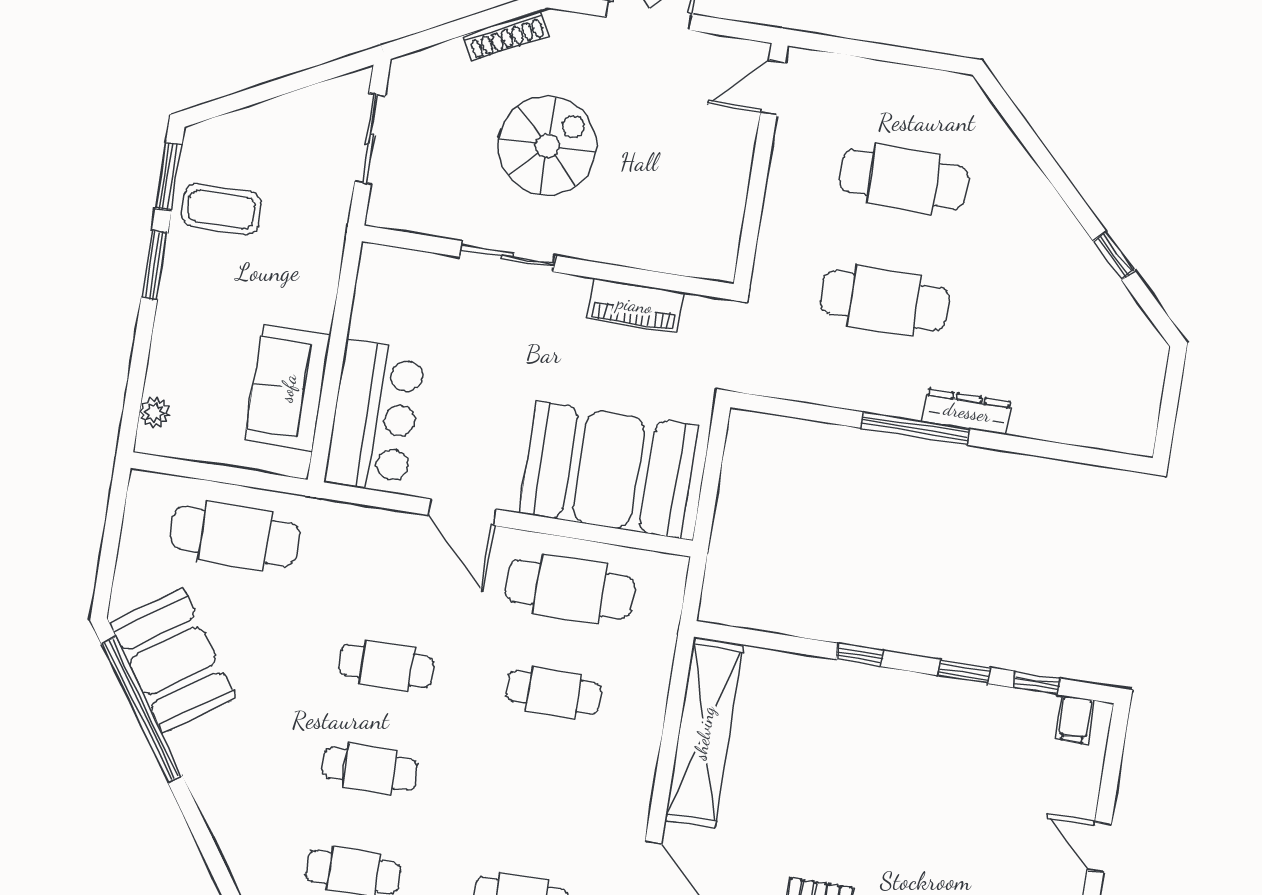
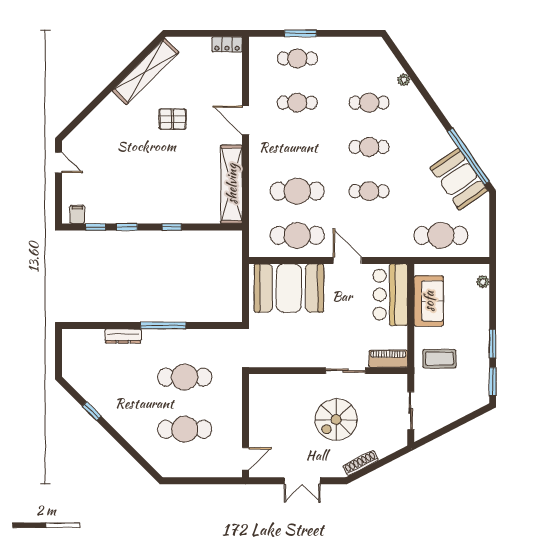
coffee table: (222, 209) -> (439, 359), moved
piano: (635, 305) -> (388, 359), moved
dresser: (967, 412) -> (123, 336), moved
cafe table: (554, 692) -> (297, 191), width x1.37, depth x1.35

